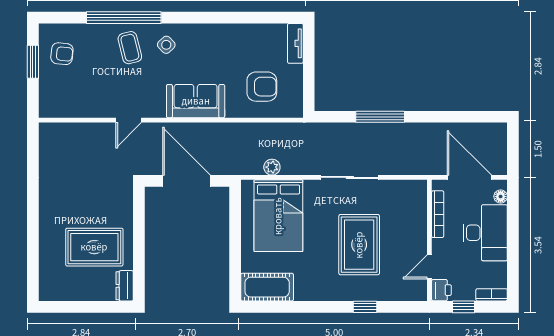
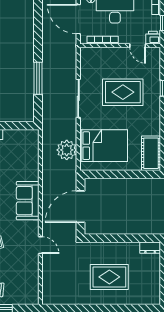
armchair: (262, 87) -> (18, 157), removed
plant: (272, 167) -> (67, 150), width x1.87, depth x1.87
door: (469, 177) -> (78, 19), hinge flipped
rug: (94, 247) -> (109, 277), moved, turned 90

